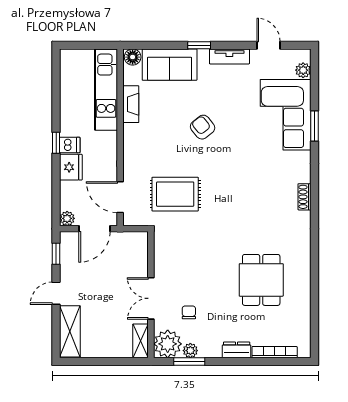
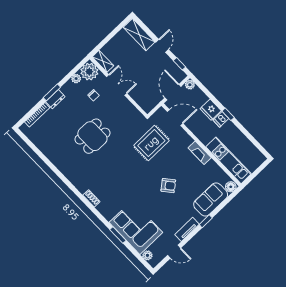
fireplace: (131, 104) -> (200, 153), moved
dining table: (261, 280) -> (92, 136), moved, turned 90
window: (189, 361) -> (52, 92), moved

